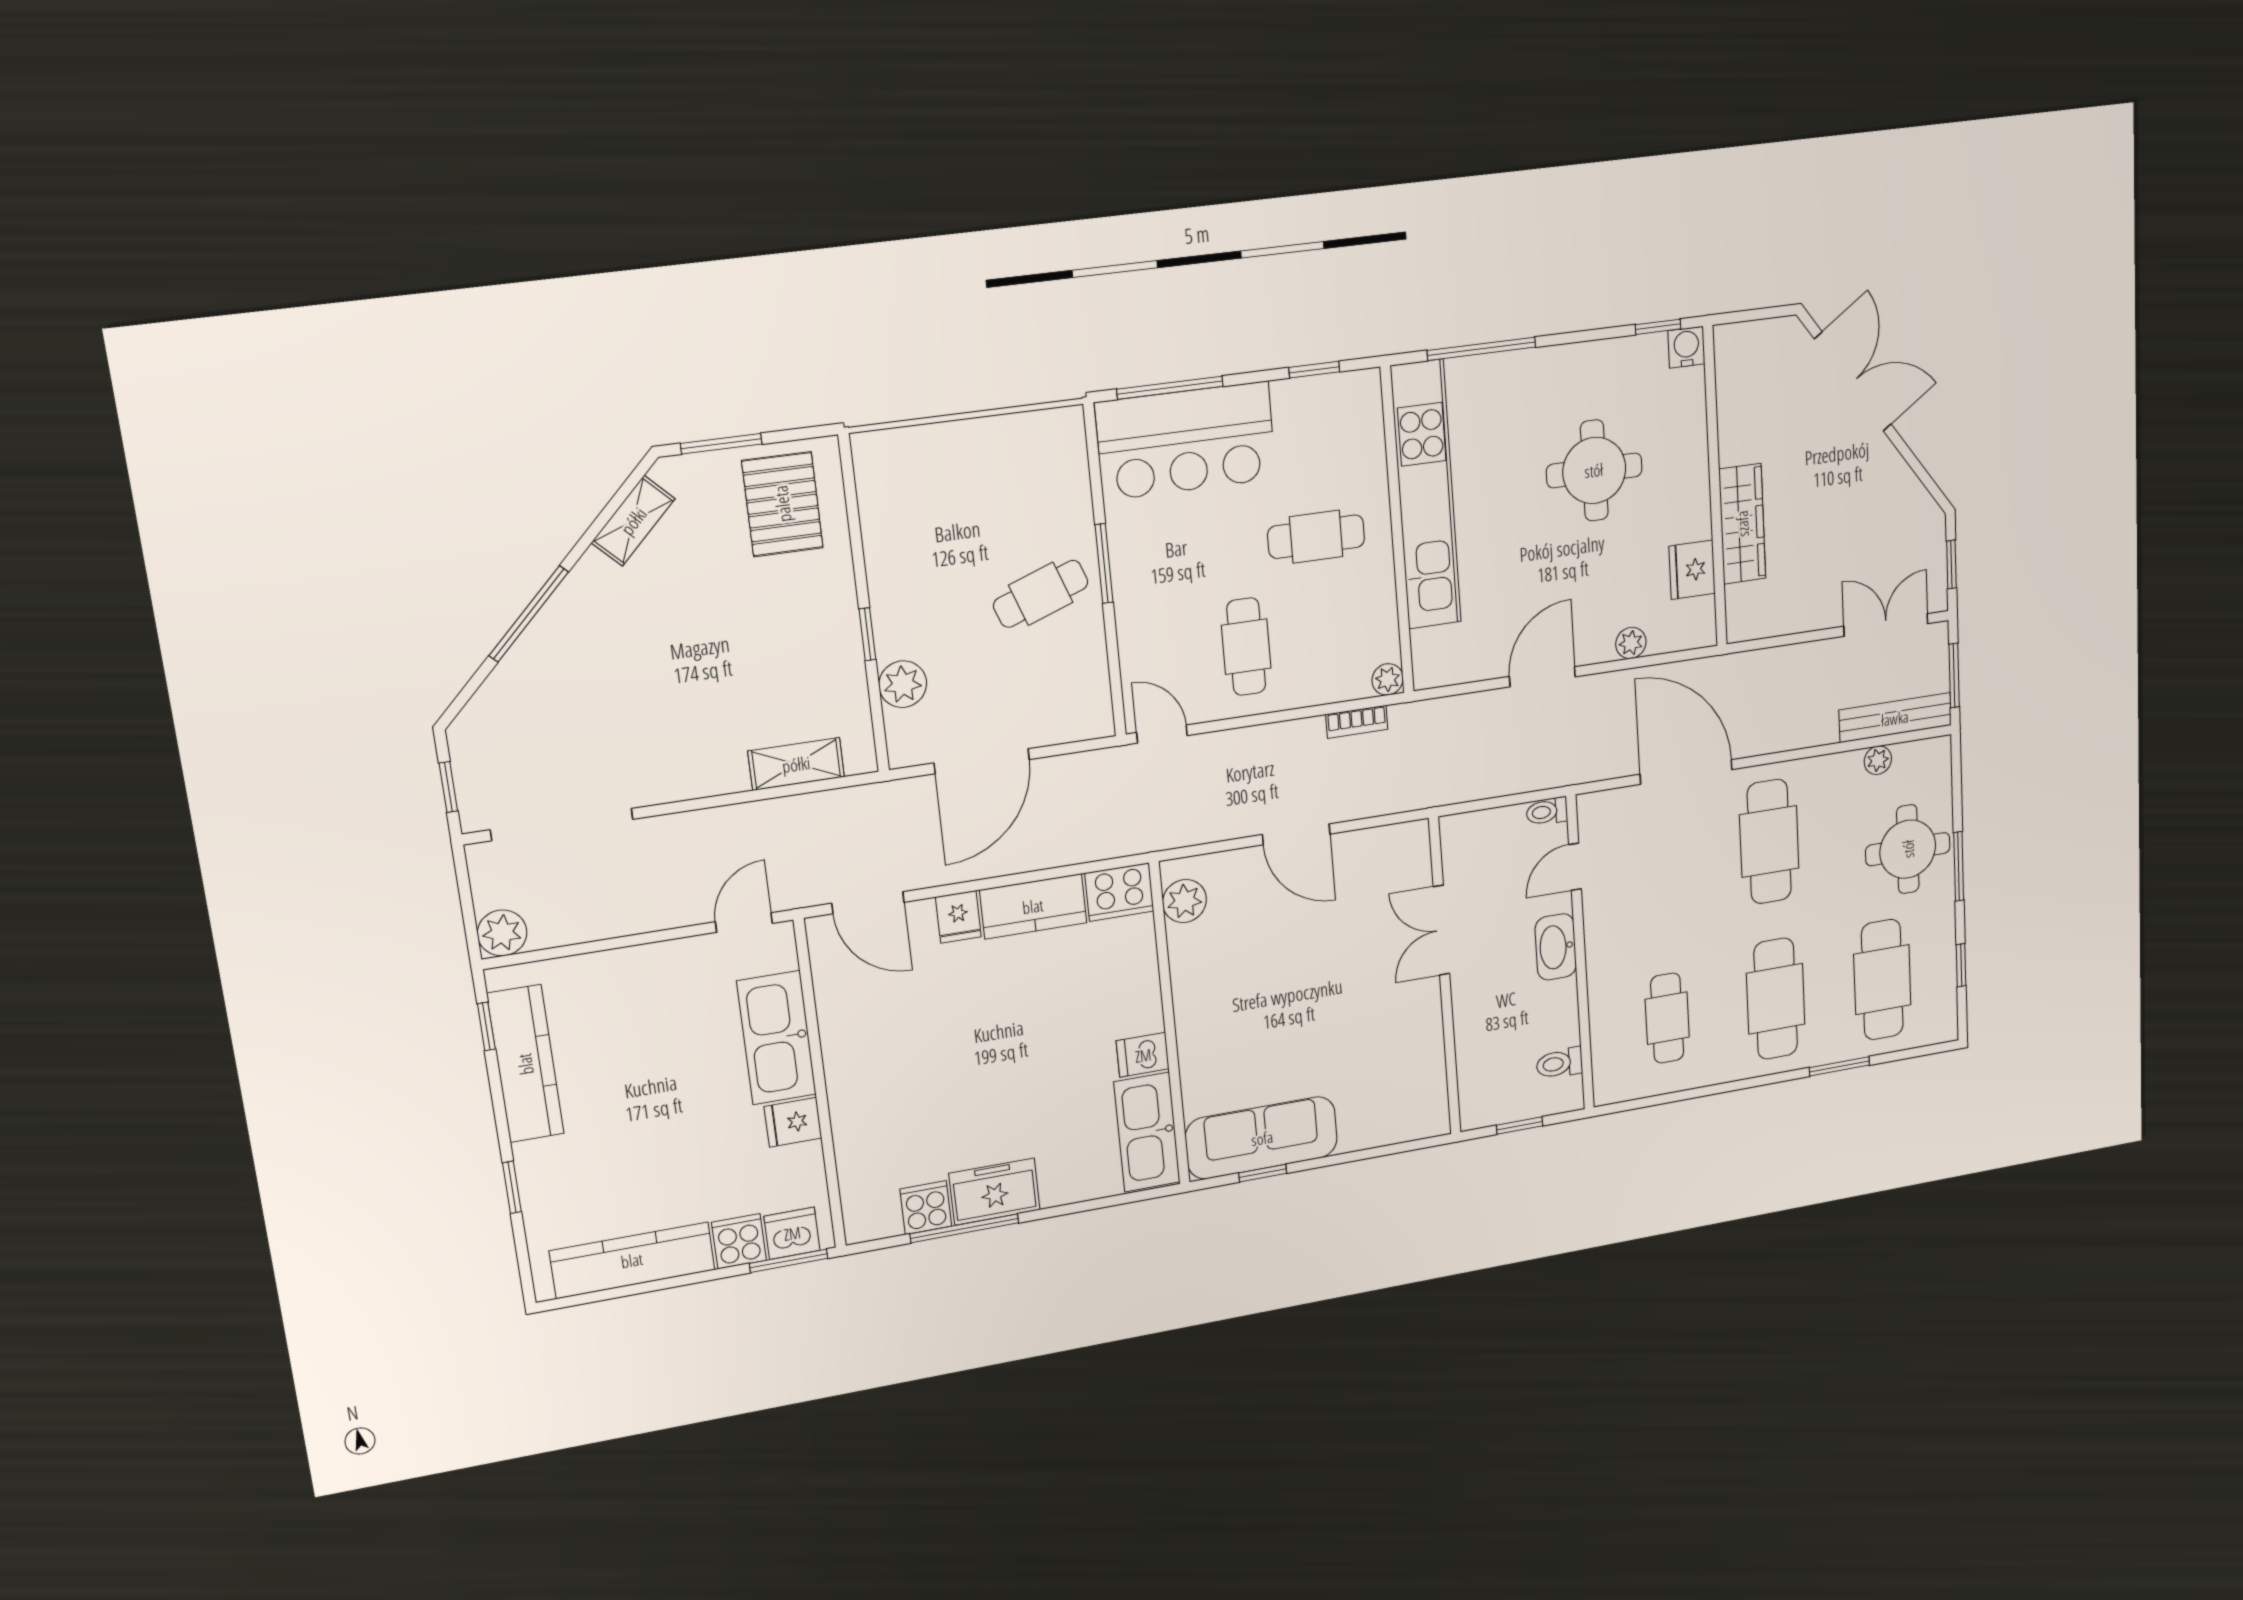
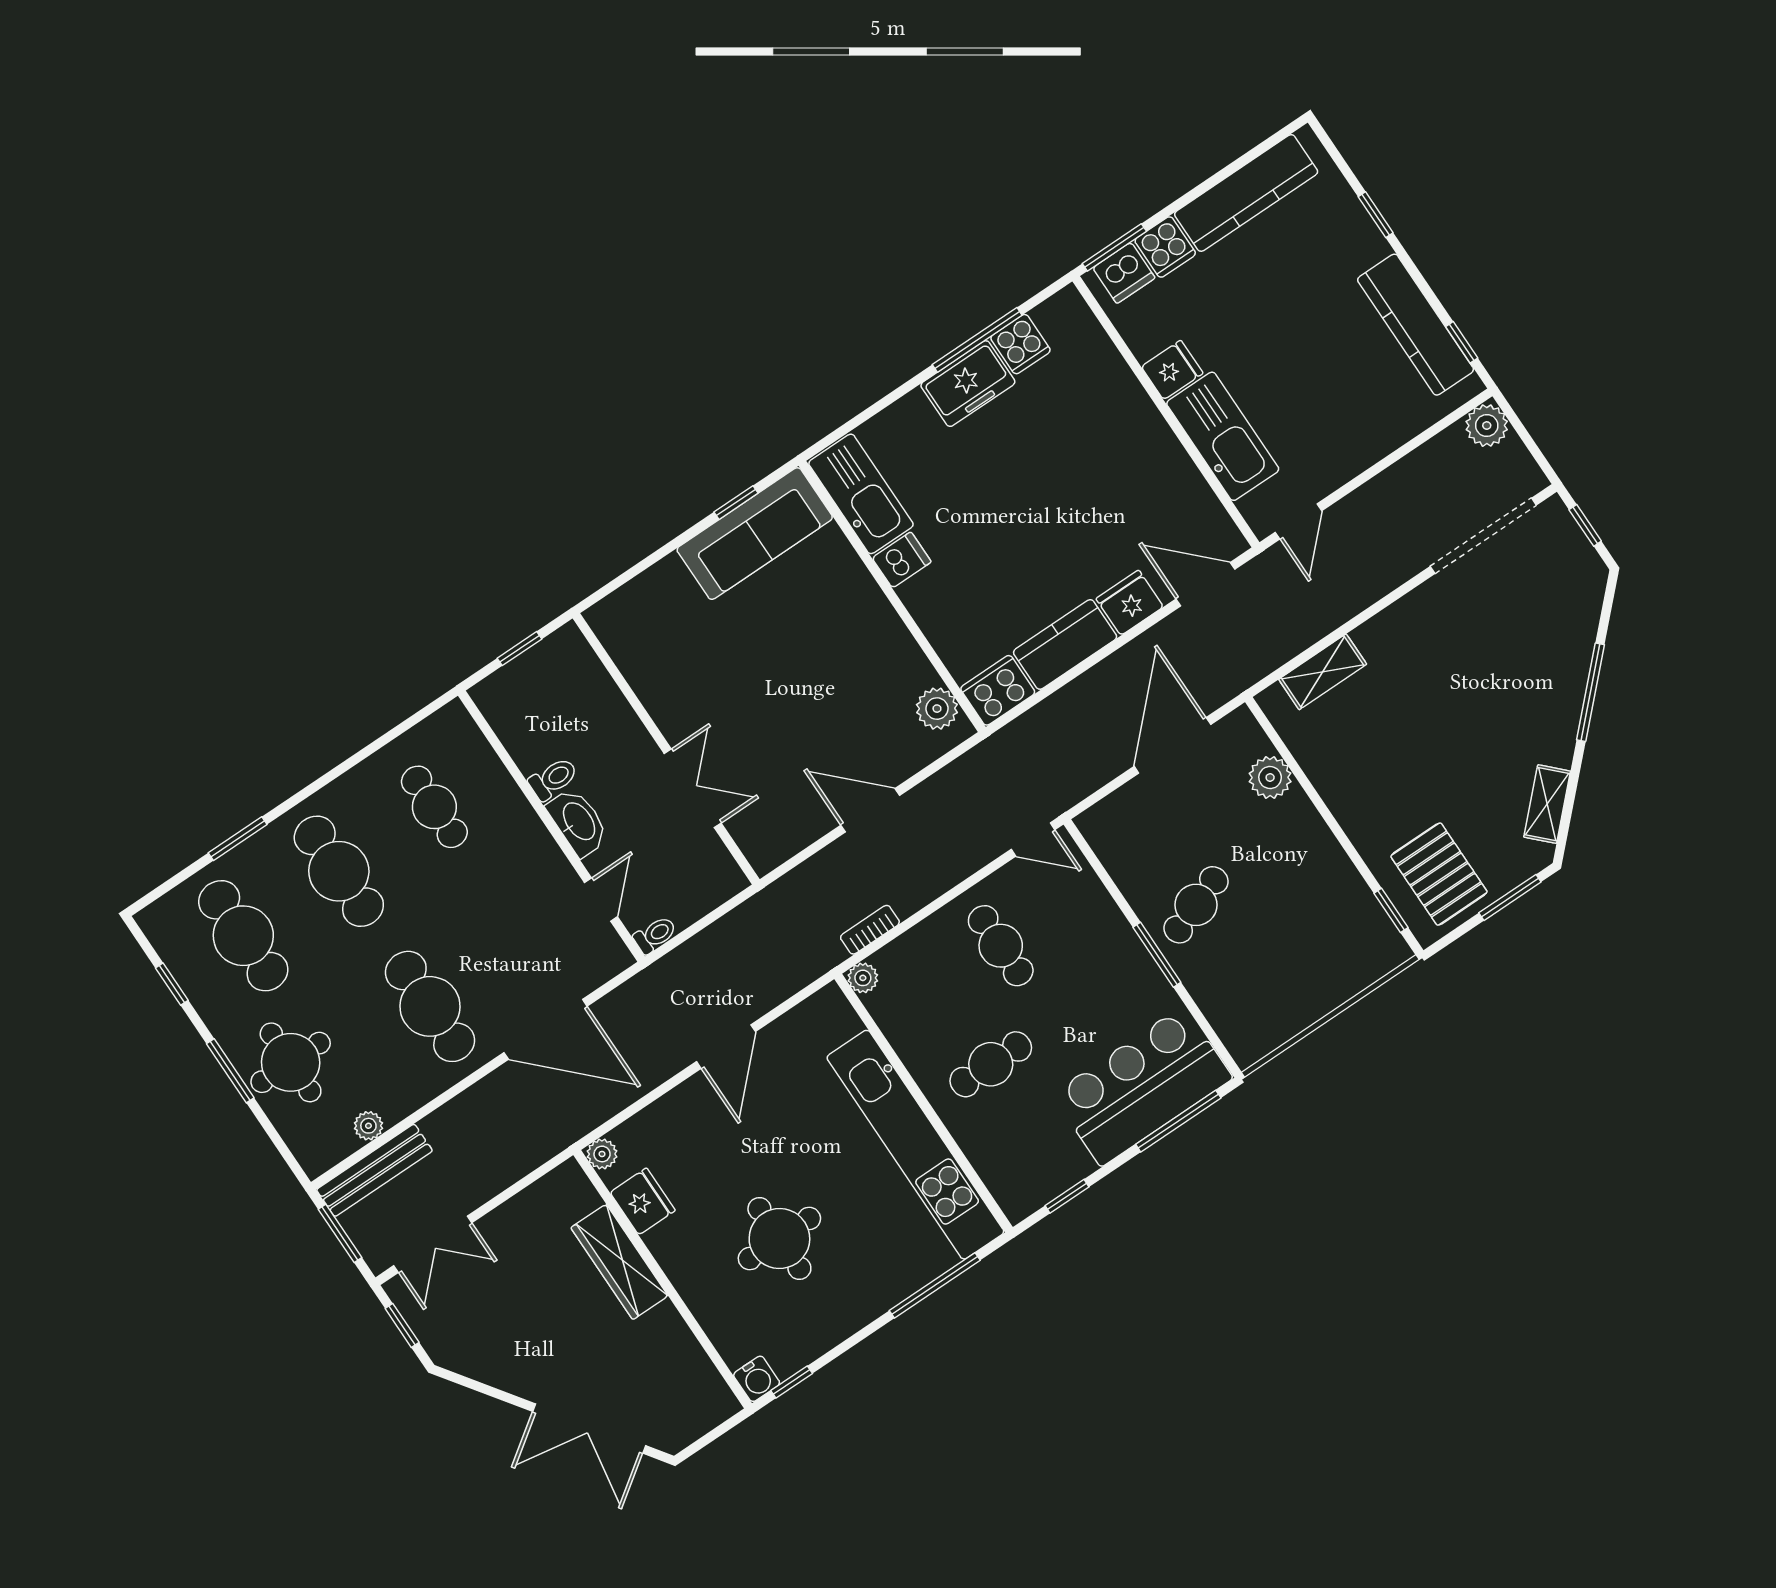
window: (867, 634) -> (1391, 910), moved
plant: (1631, 643) -> (602, 1154), moved
fridge: (958, 917) -> (1130, 603), width x1.38
toilet: (1559, 1063) -> (553, 779), moved

